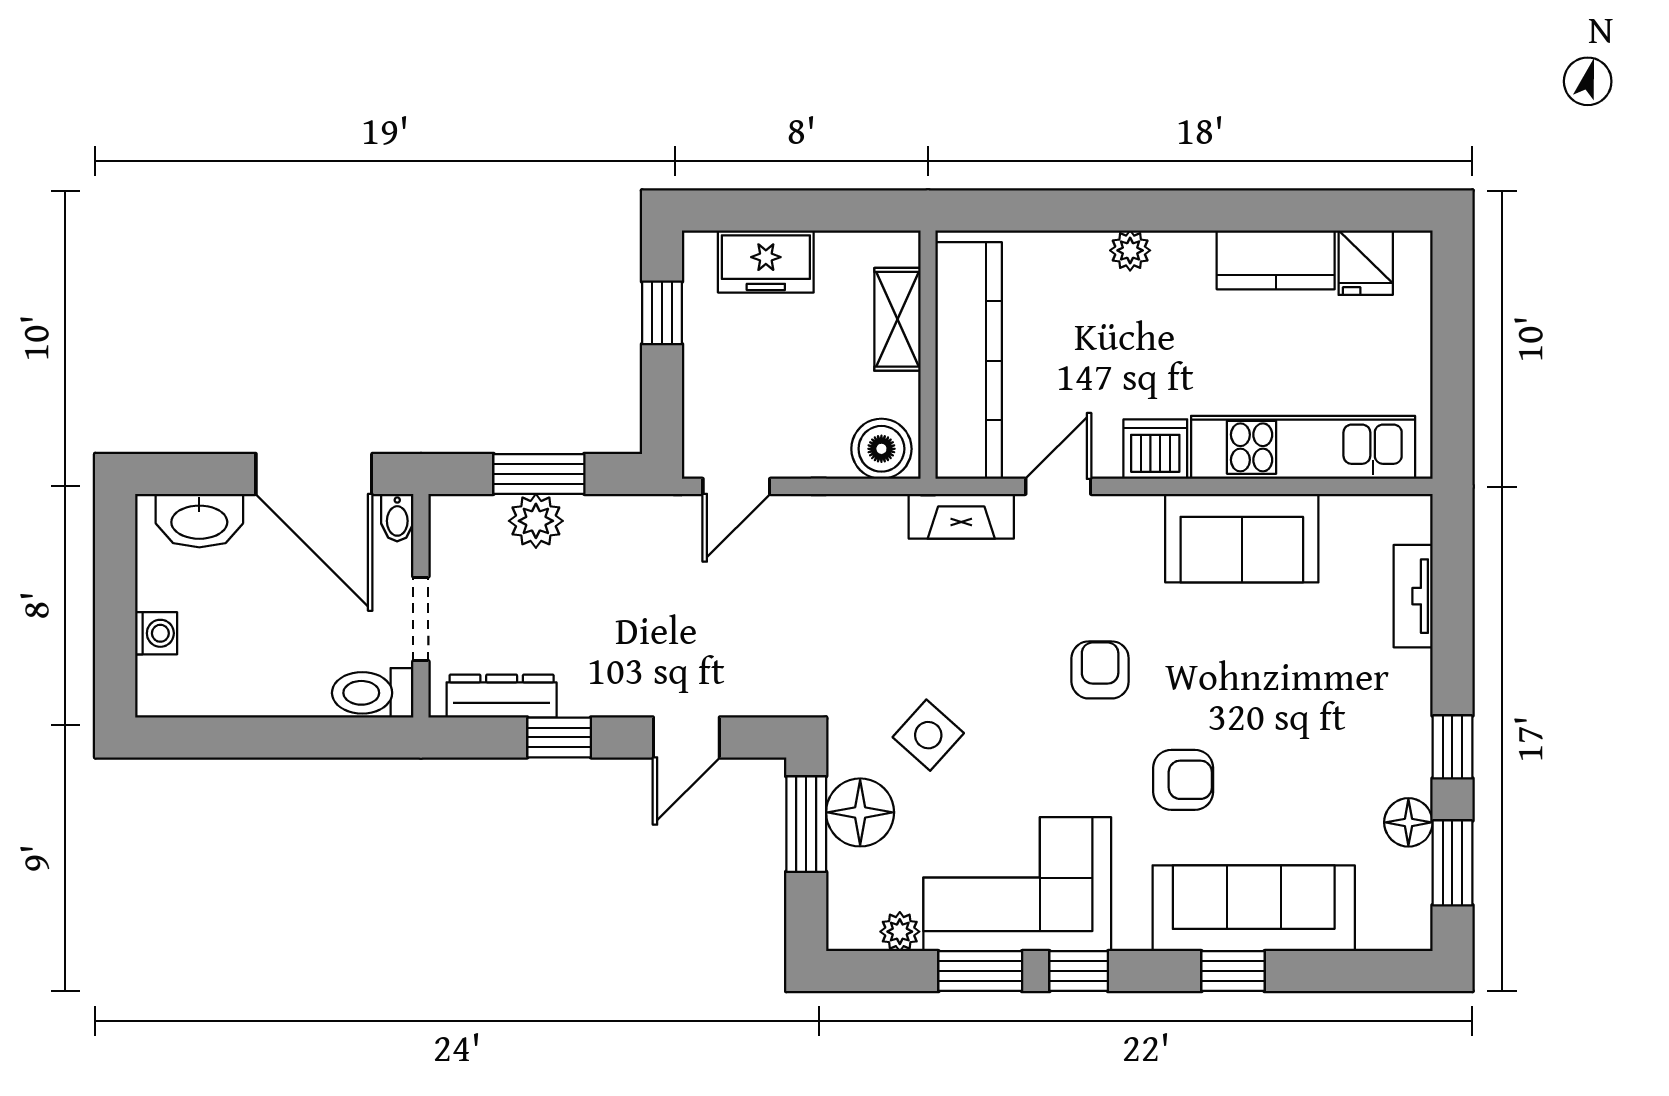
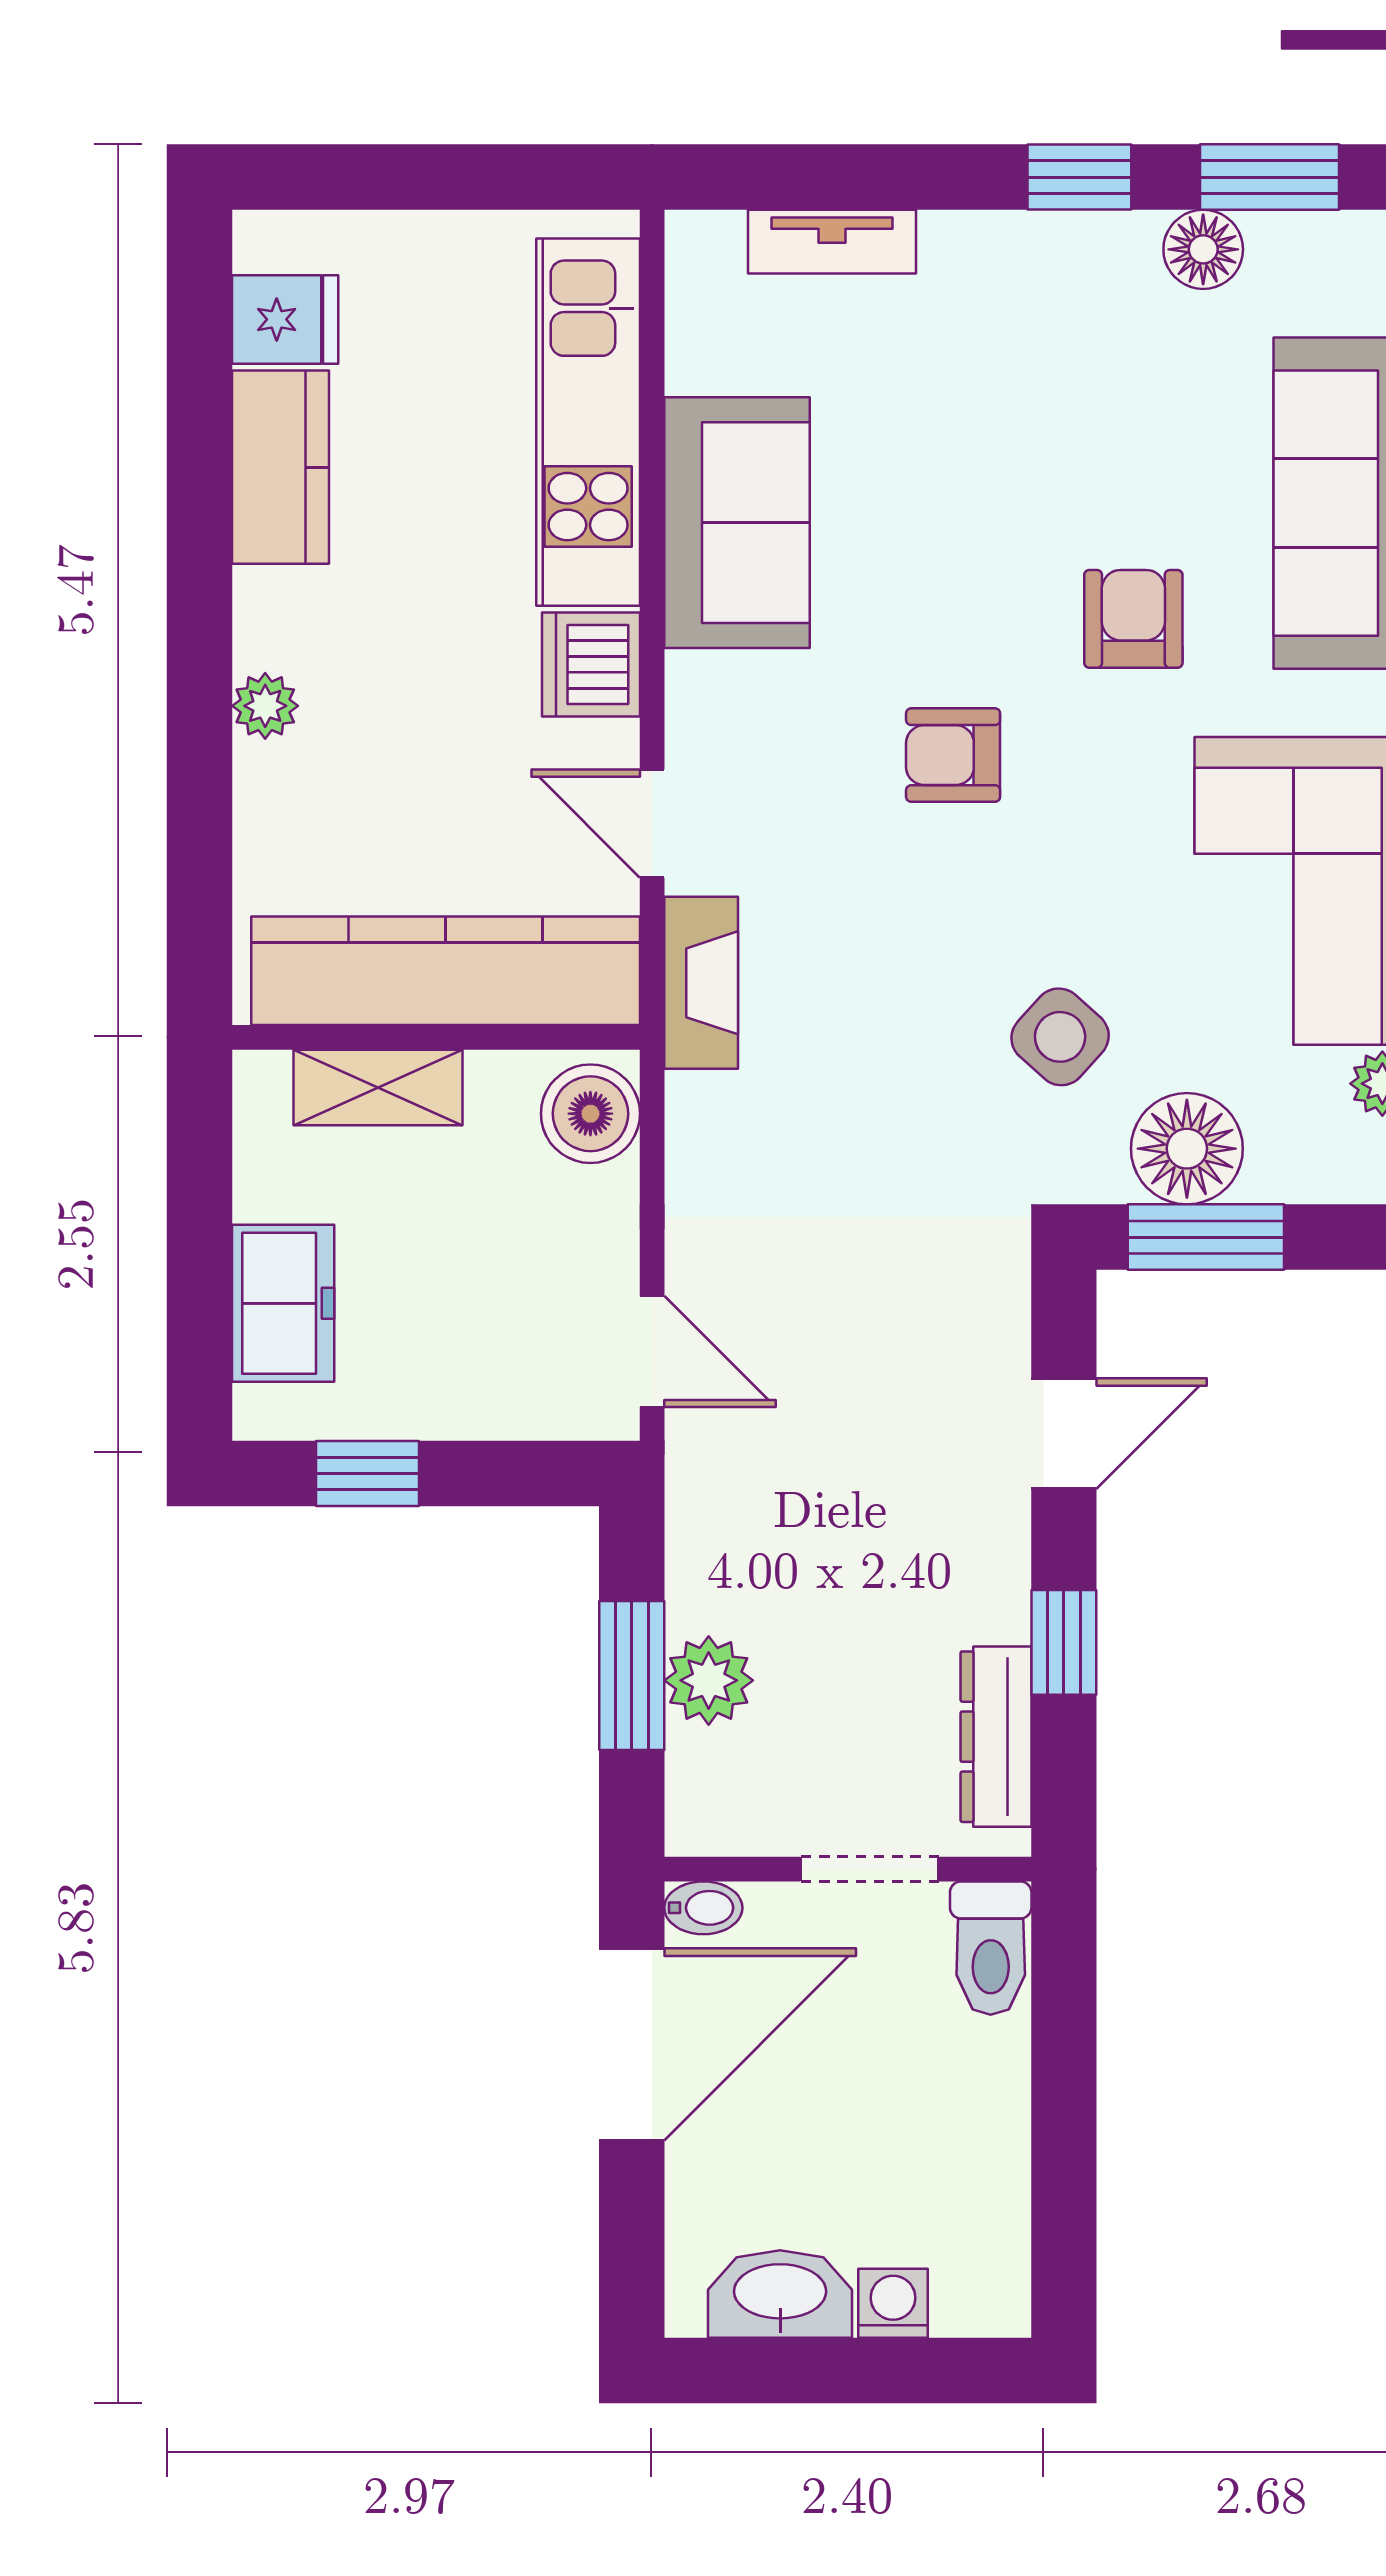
washbasin: (199, 521) -> (780, 2294), moved, turned -90
door: (686, 737) -> (1064, 1434), hinge flipped

